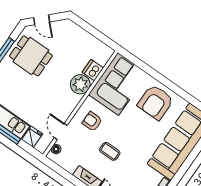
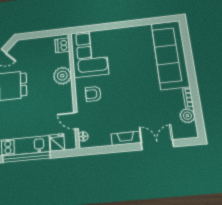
dishwasher: (93, 70) -> (62, 45), moved
armchair: (156, 102) -> (127, 43), removed
coffee table: (110, 151) -> (125, 104), removed

